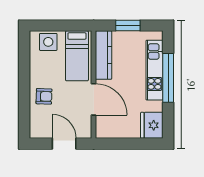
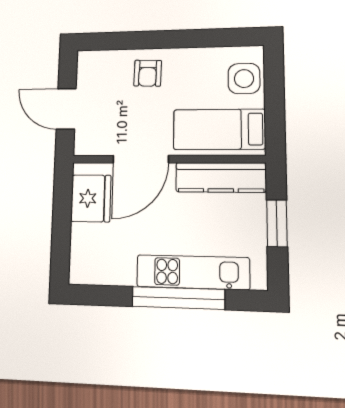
fridge: (152, 125) -> (91, 198), moved, turned 90
door: (64, 144) -> (66, 109), swing flipped

